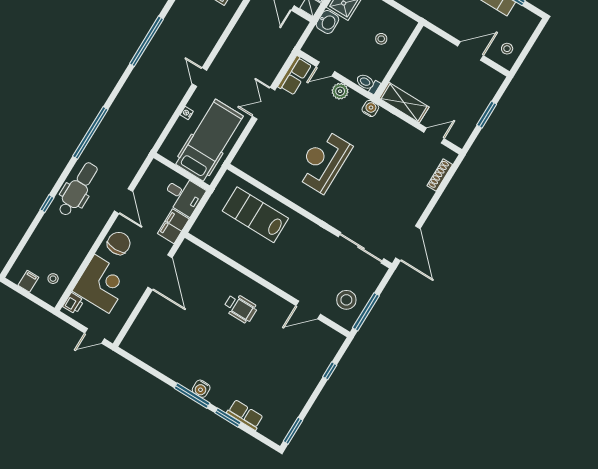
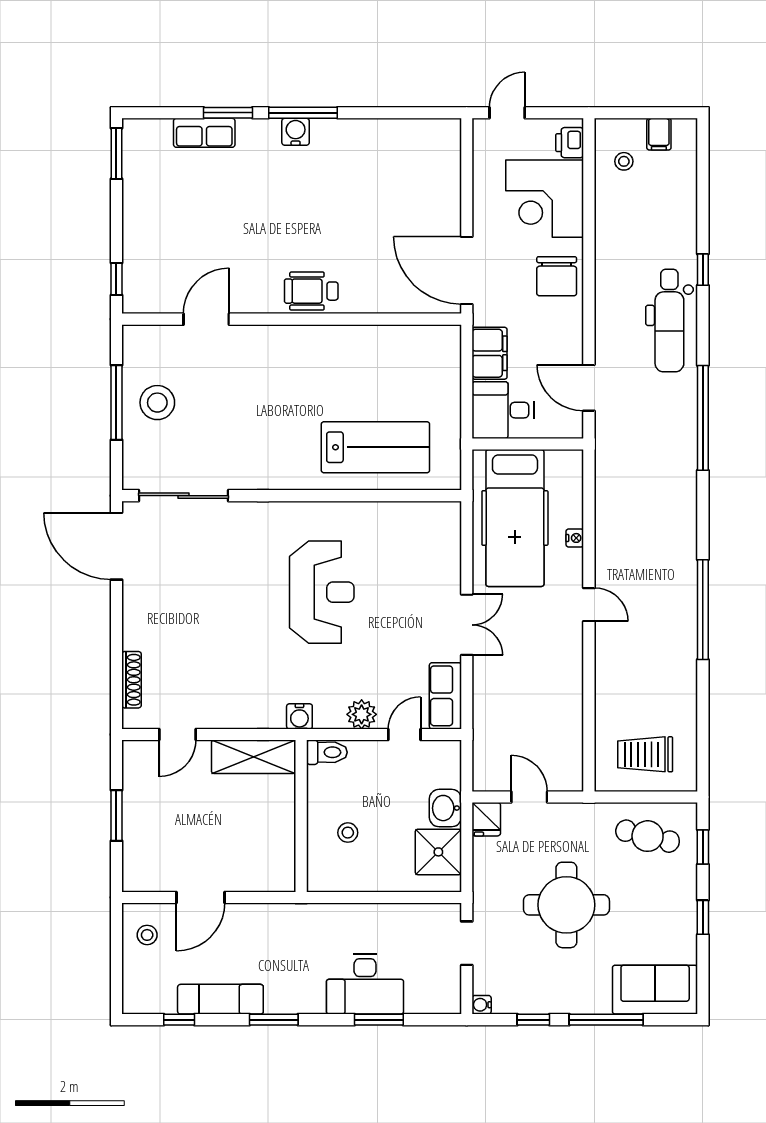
door: (123, 201) -> (589, 388), moved
wall: (267, 285) -> (292, 319), moved
door: (308, 310) -> (206, 319), moved

